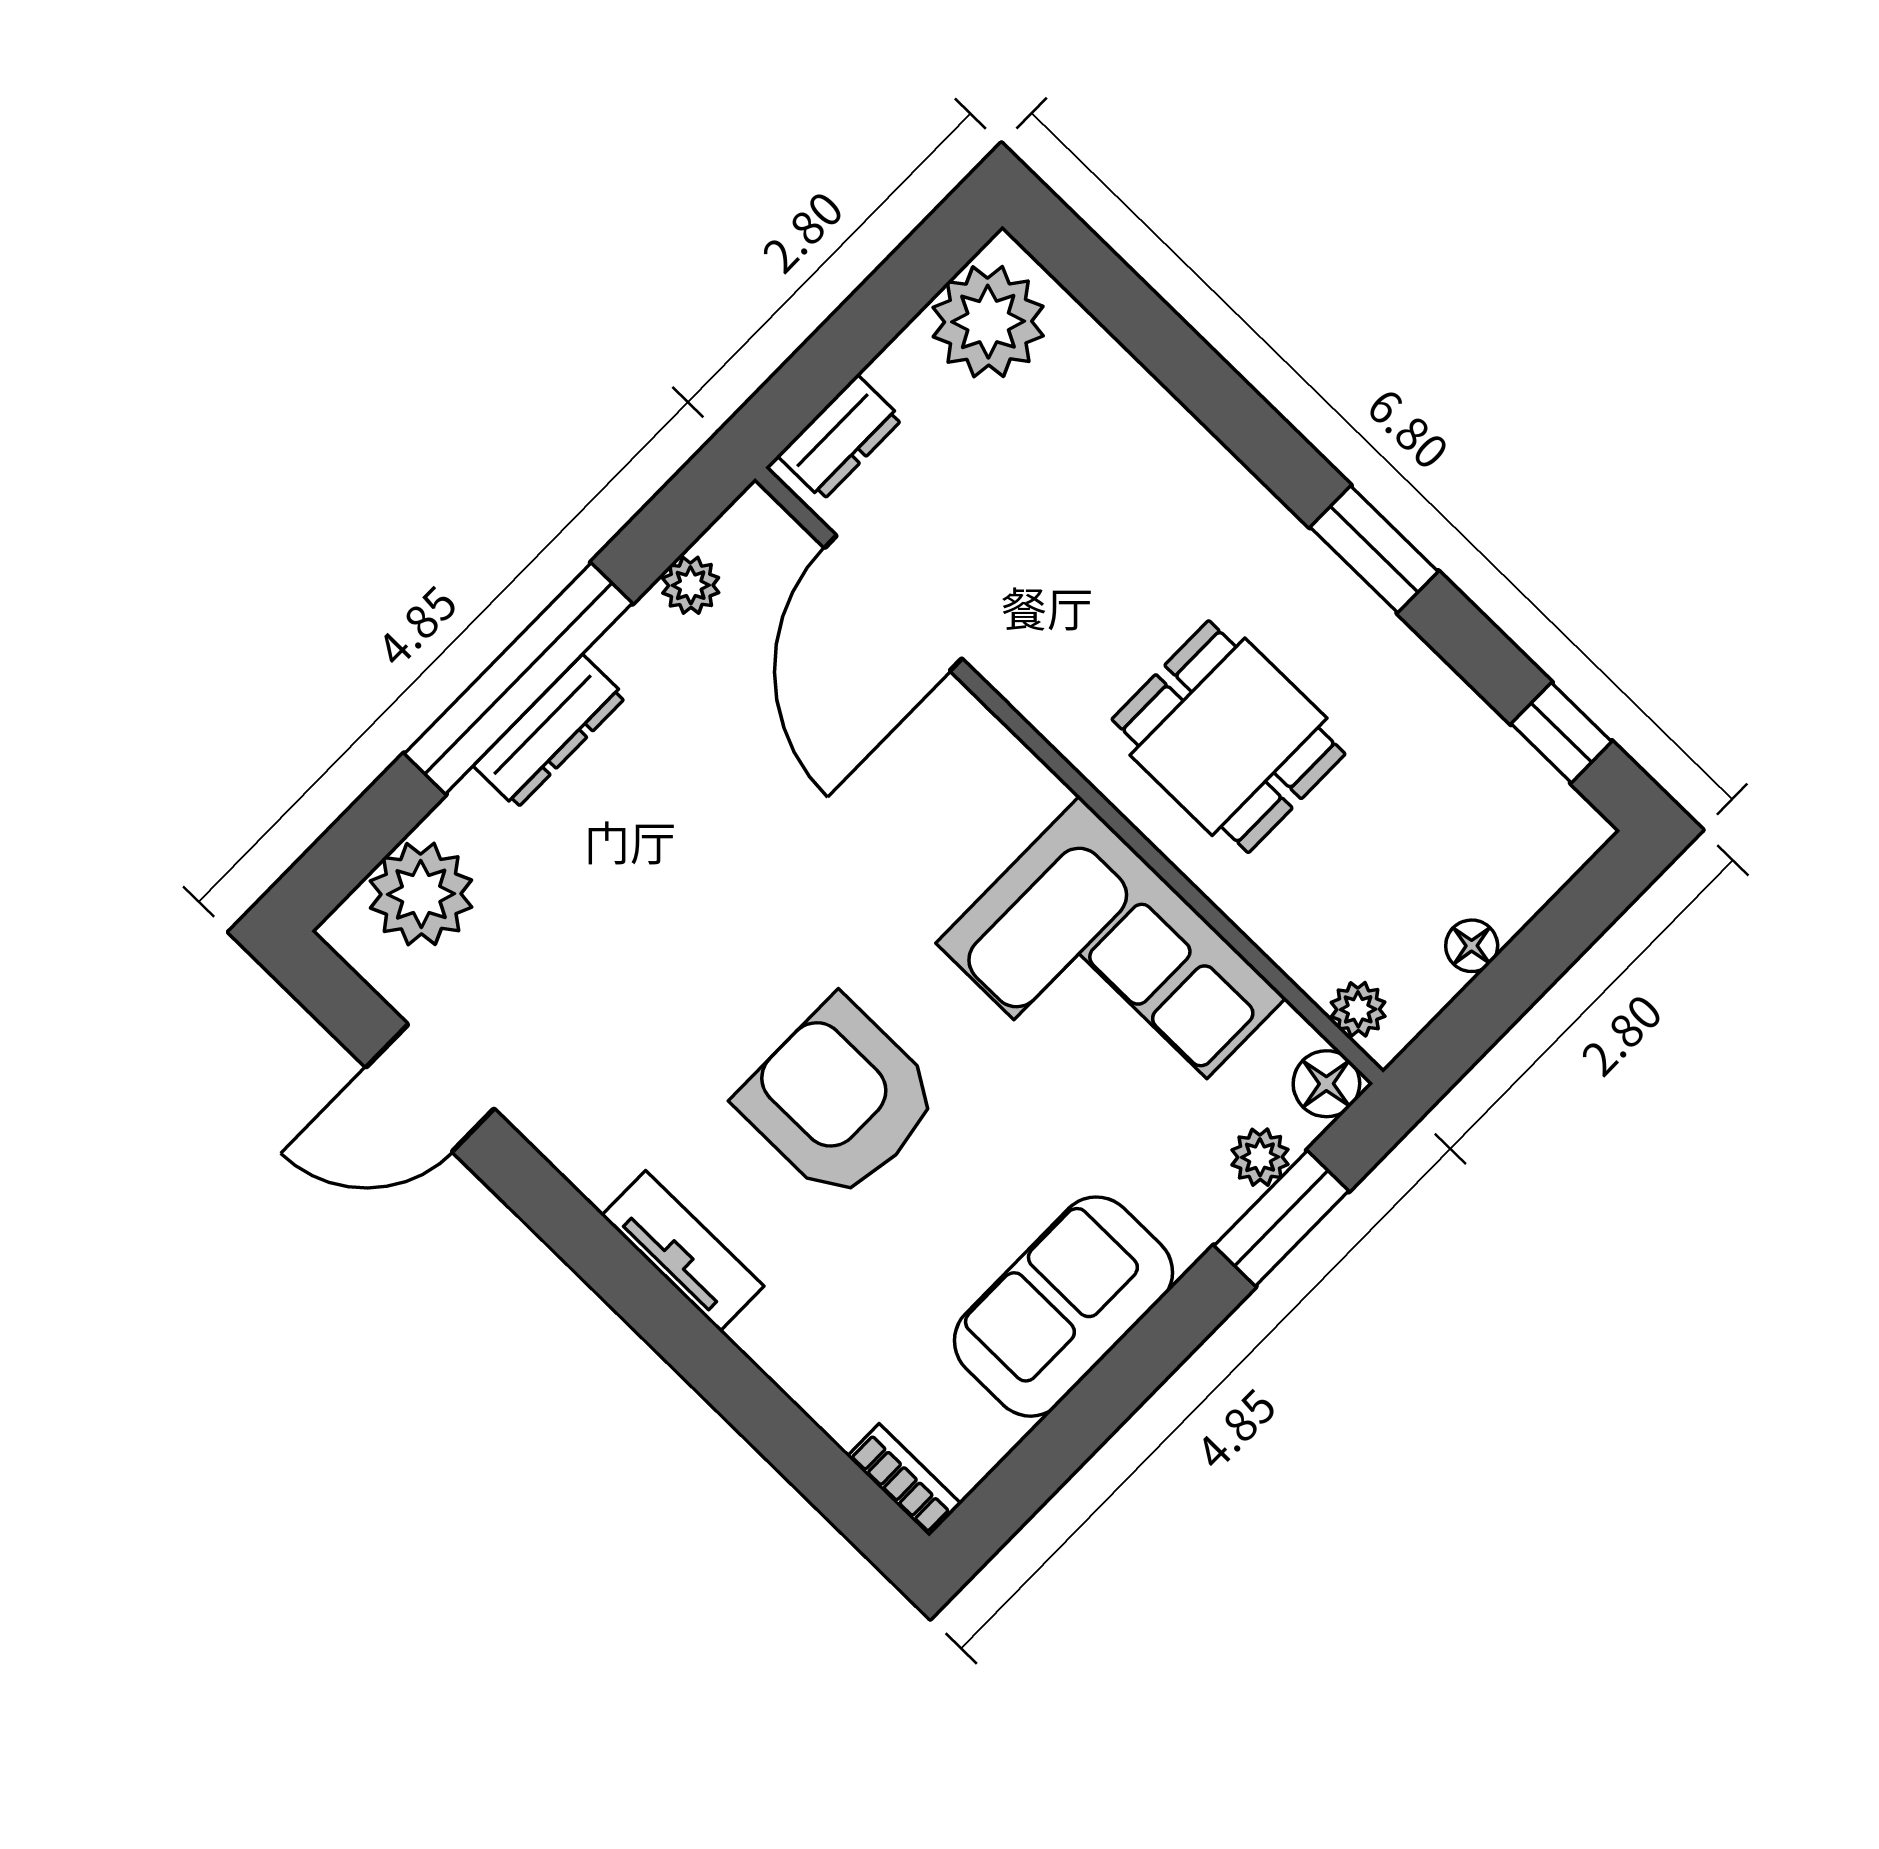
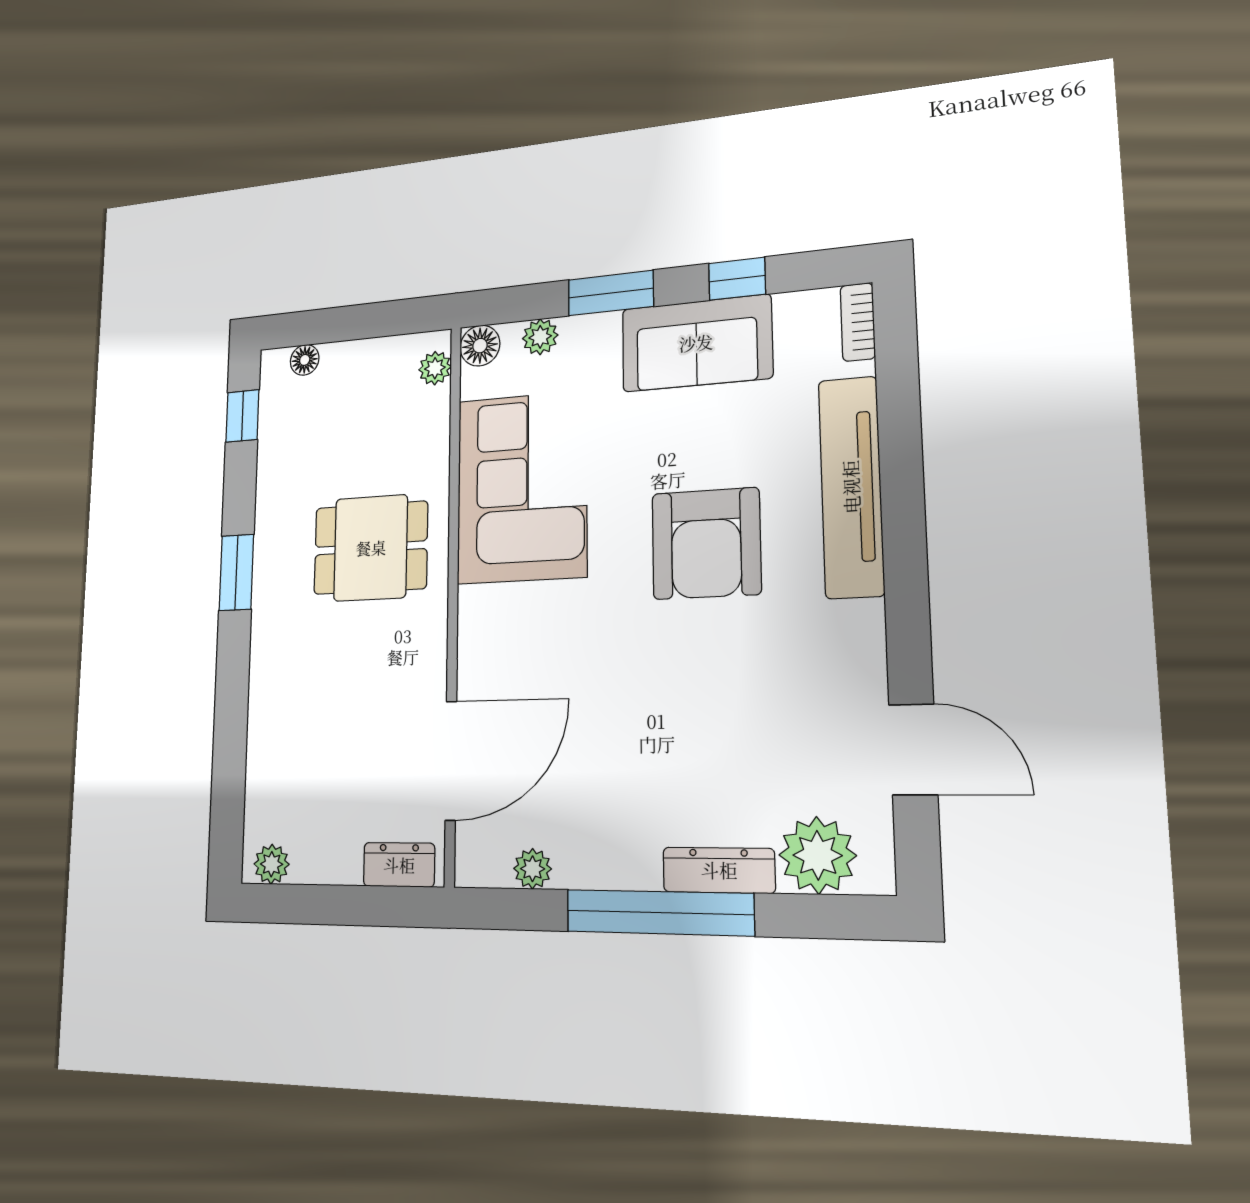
plant: (988, 322) -> (272, 864), width x0.53, depth x0.53
dresser: (550, 731) -> (719, 870), moved
dining table: (1228, 737) -> (371, 548), turned 90
floor lamp: (1472, 946) -> (305, 360), moved
window: (1281, 1218) -> (611, 293), moved
tv unit: (683, 1251) -> (851, 487), width x1.92, depth x1.29
window: (1087, 1417) -> (737, 279), added

